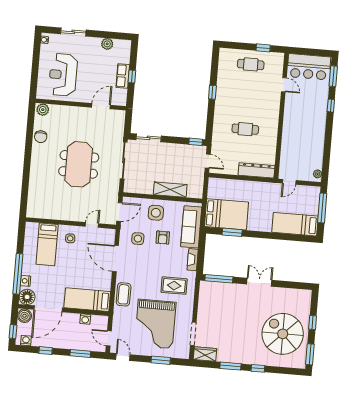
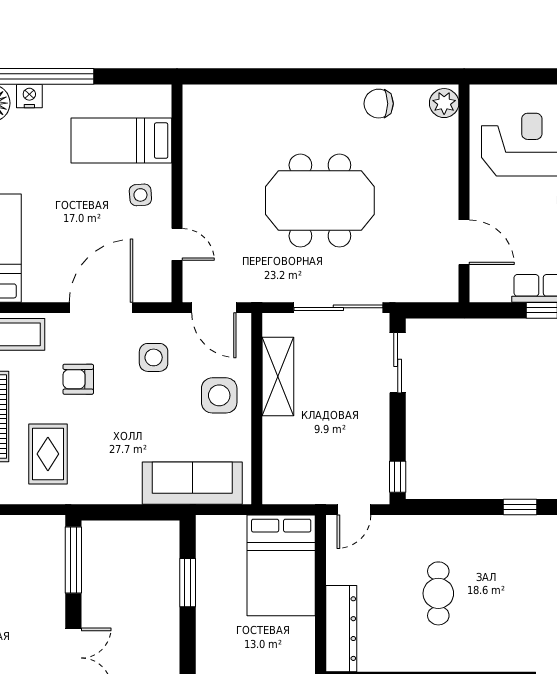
shelving: (170, 190) -> (278, 377), moved
bed: (226, 214) -> (281, 565), moved
armchair: (163, 238) -> (78, 379), moved
fireplace: (193, 260) -> (114, 493), removed

